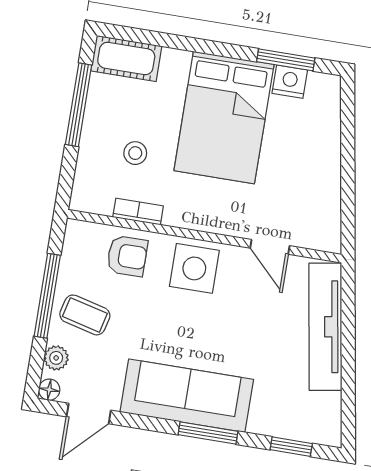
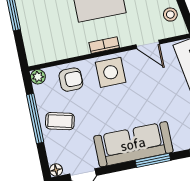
stool: (135, 153) -> (170, 15), moved
bookcase: (138, 212) -> (104, 45), moved
plant: (56, 358) -> (38, 77), moved

